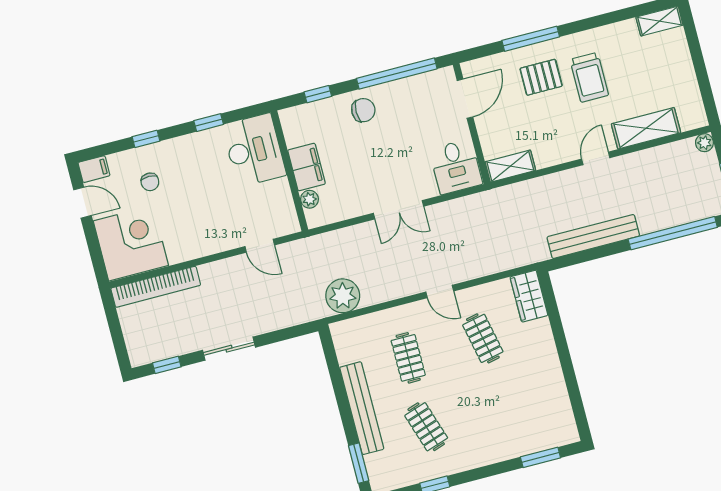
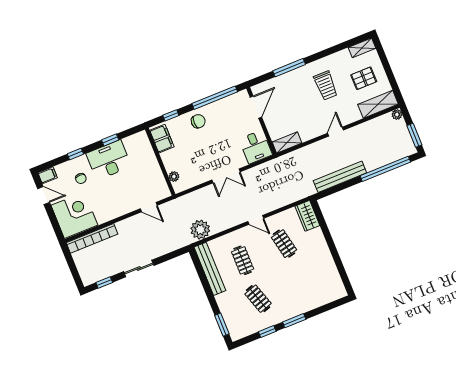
pallet: (541, 77) -> (364, 78), moved
shelving: (646, 128) -> (378, 104), moved
desk: (254, 150) -> (109, 160), moved, turned -90
filing cabinet: (307, 167) -> (162, 139), moved
bench: (362, 408) -> (210, 269), moved
window: (540, 457) -> (294, 321), moved

